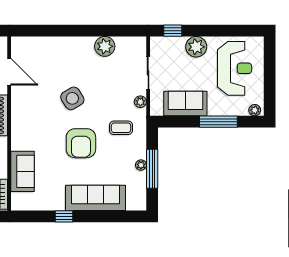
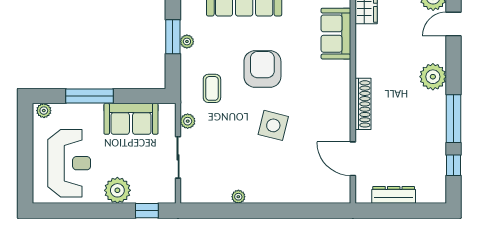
plant: (105, 46) -> (238, 197), width x0.53, depth x0.53
reception desk: (235, 68) -> (69, 163), turned 180
side table: (72, 98) -> (273, 125), turned 45
coffee table: (121, 128) -> (212, 88), turned 90
window: (152, 169) -> (173, 37), width x0.69

